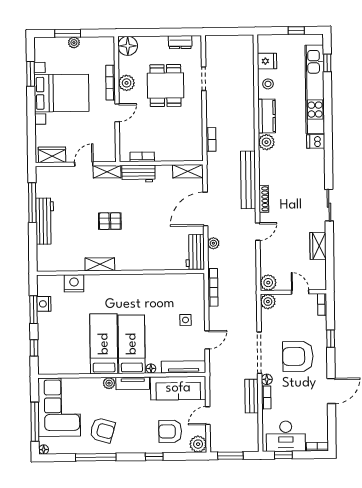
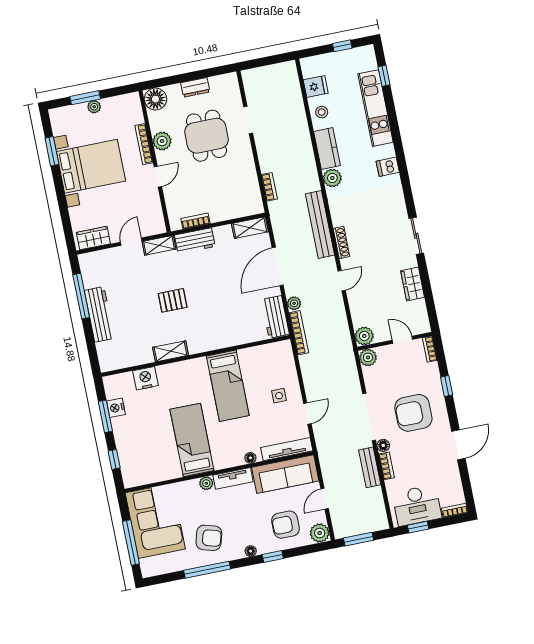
dresser: (180, 42) -> (195, 87), moved
kitchen unit: (315, 89) -> (376, 108), width x0.73
bookcase: (213, 287) -> (299, 333), moved
bed: (132, 344) -> (228, 386), moved, turned 180
floor lamp: (44, 450) -> (251, 551), moved

